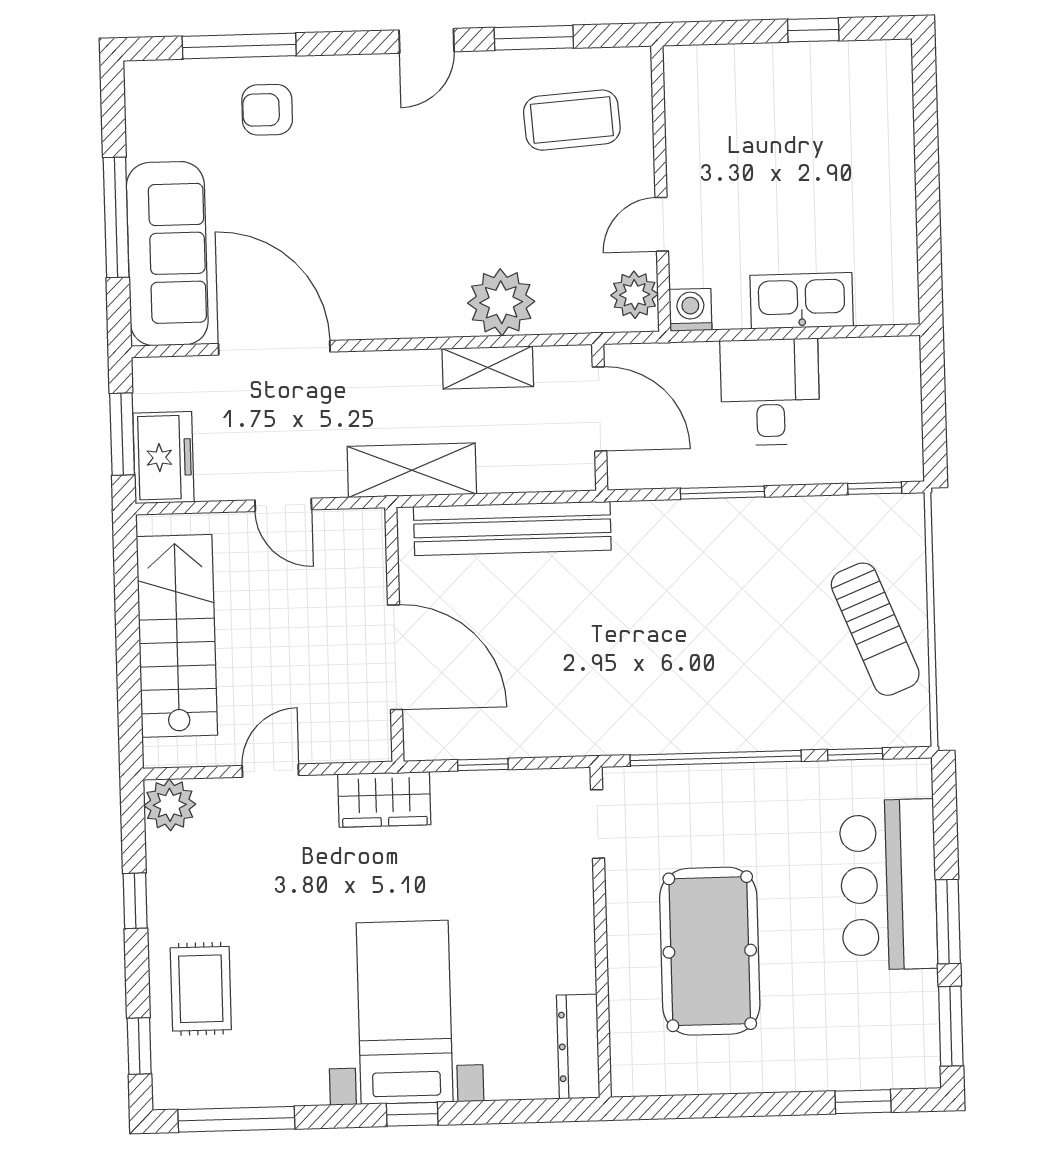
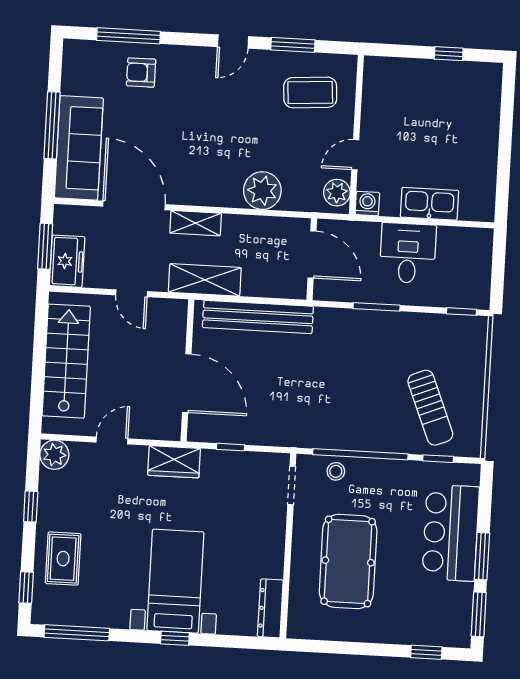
shelving: (488, 368) -> (196, 223), moved
sun lounger: (875, 629) -> (430, 408), moved
stool: (674, 792) -> (336, 471), added

